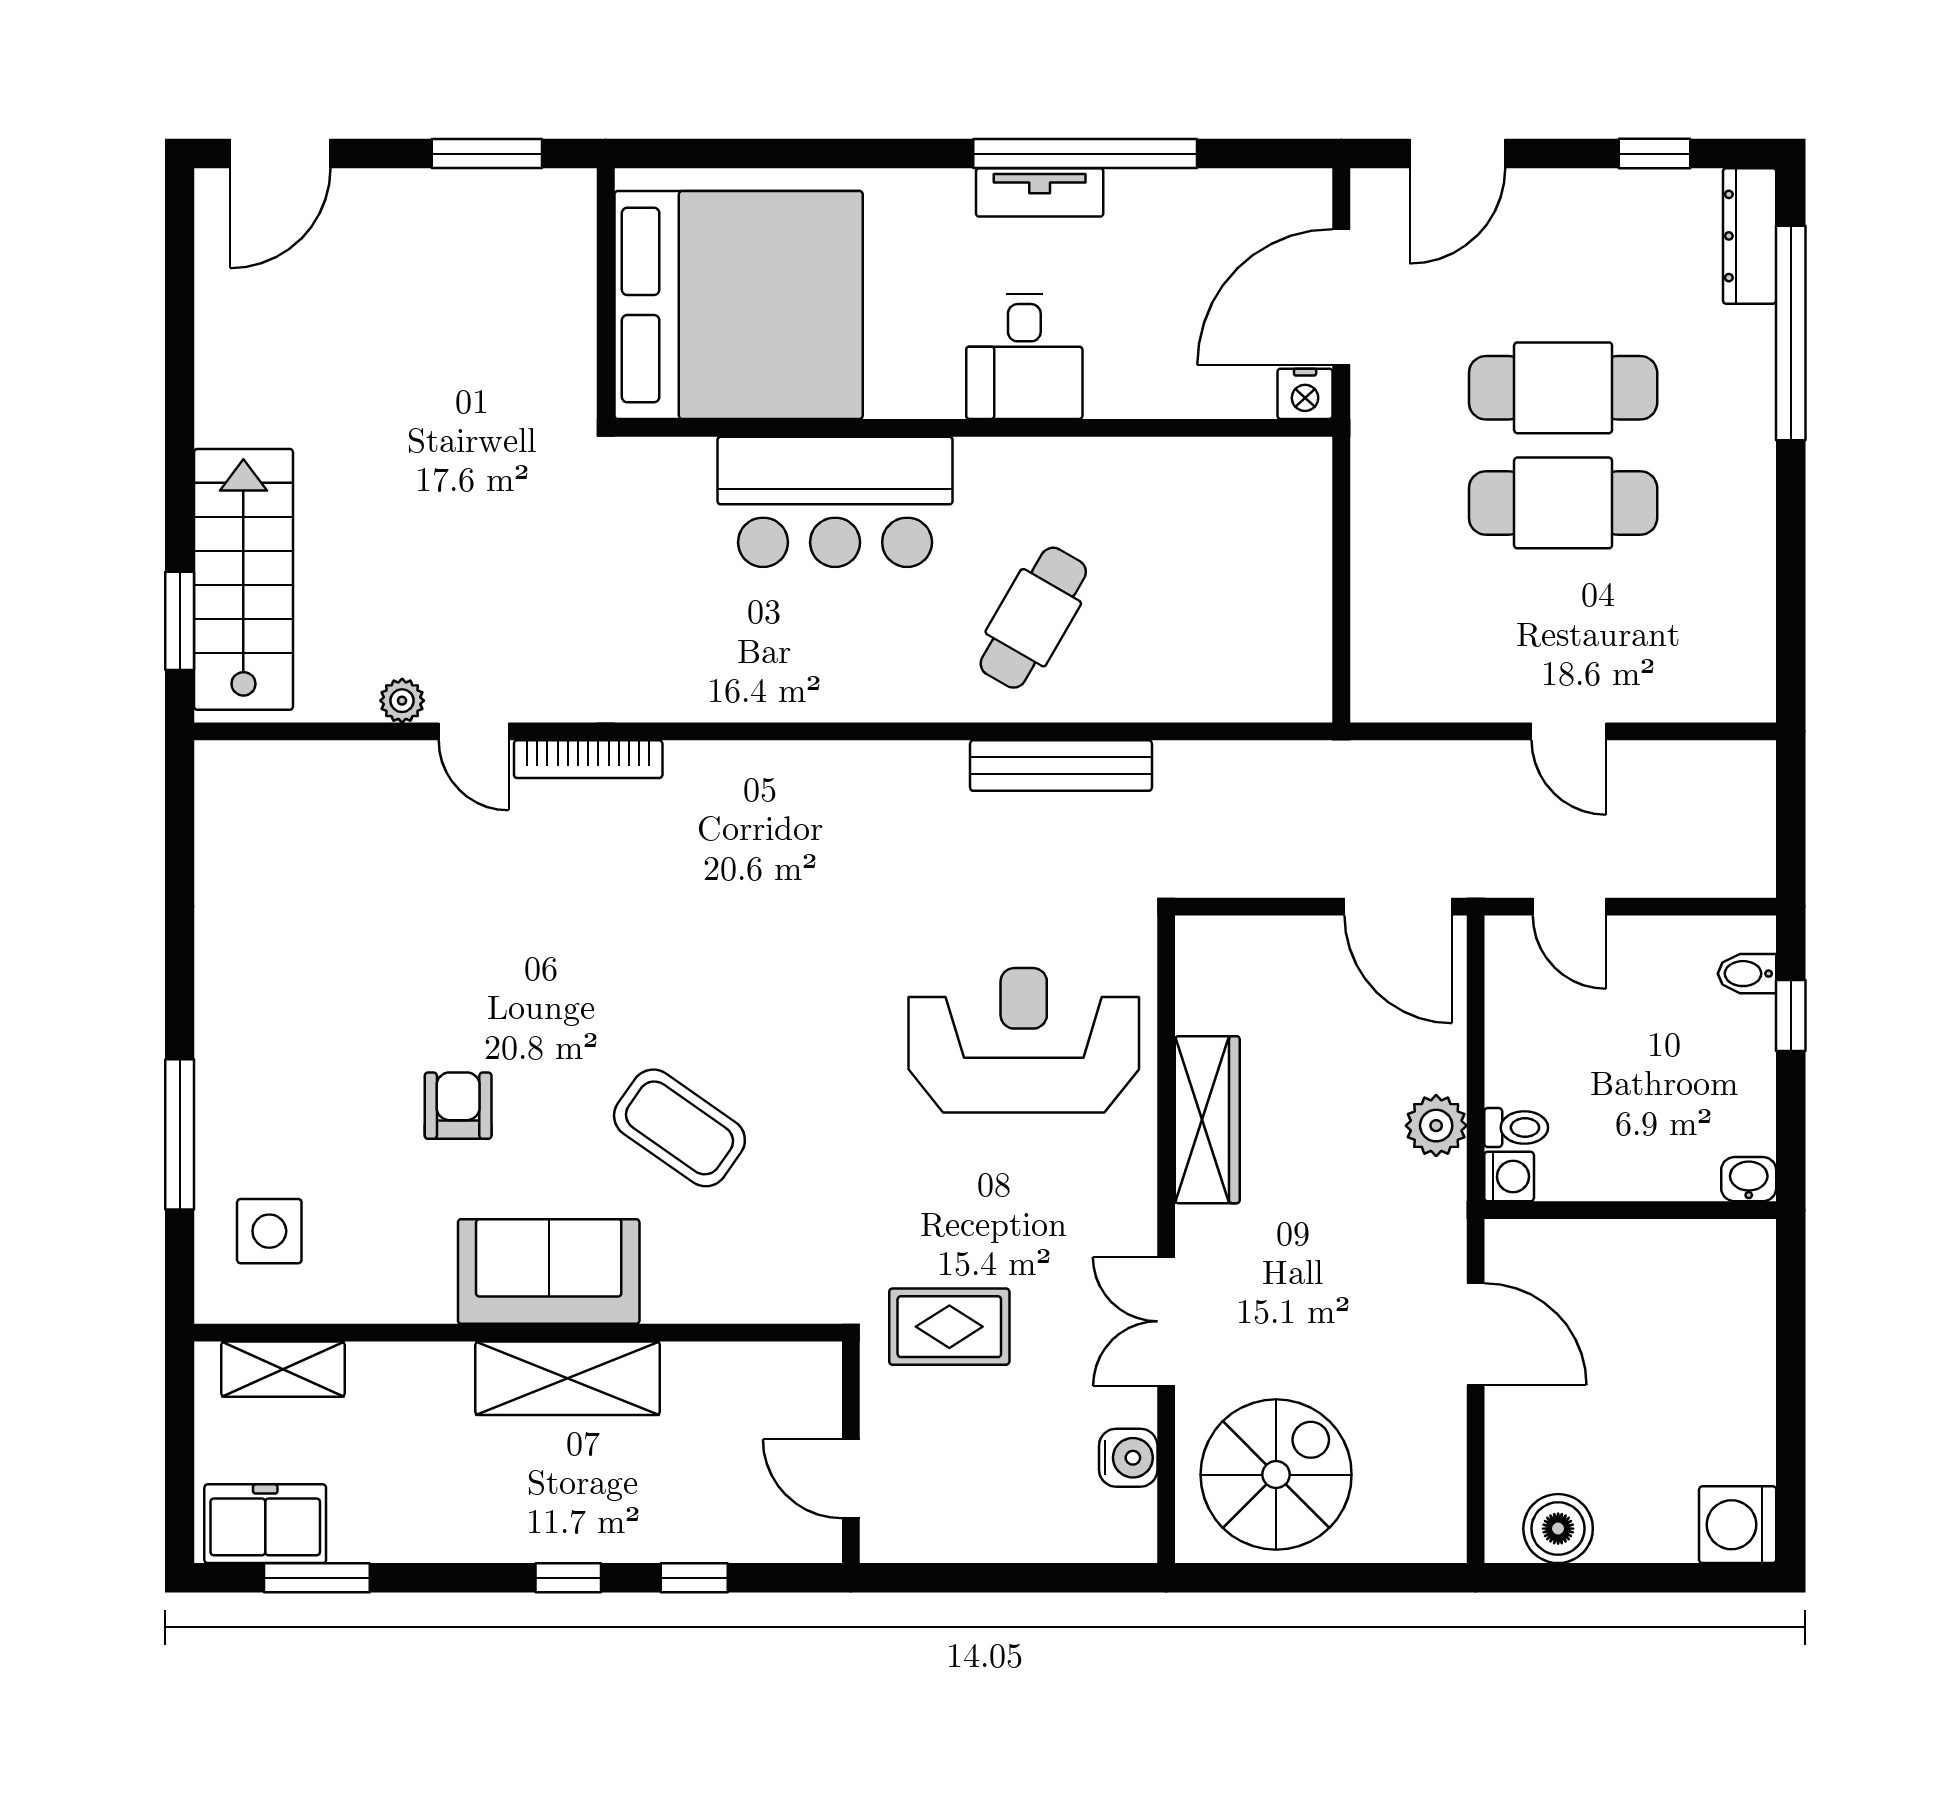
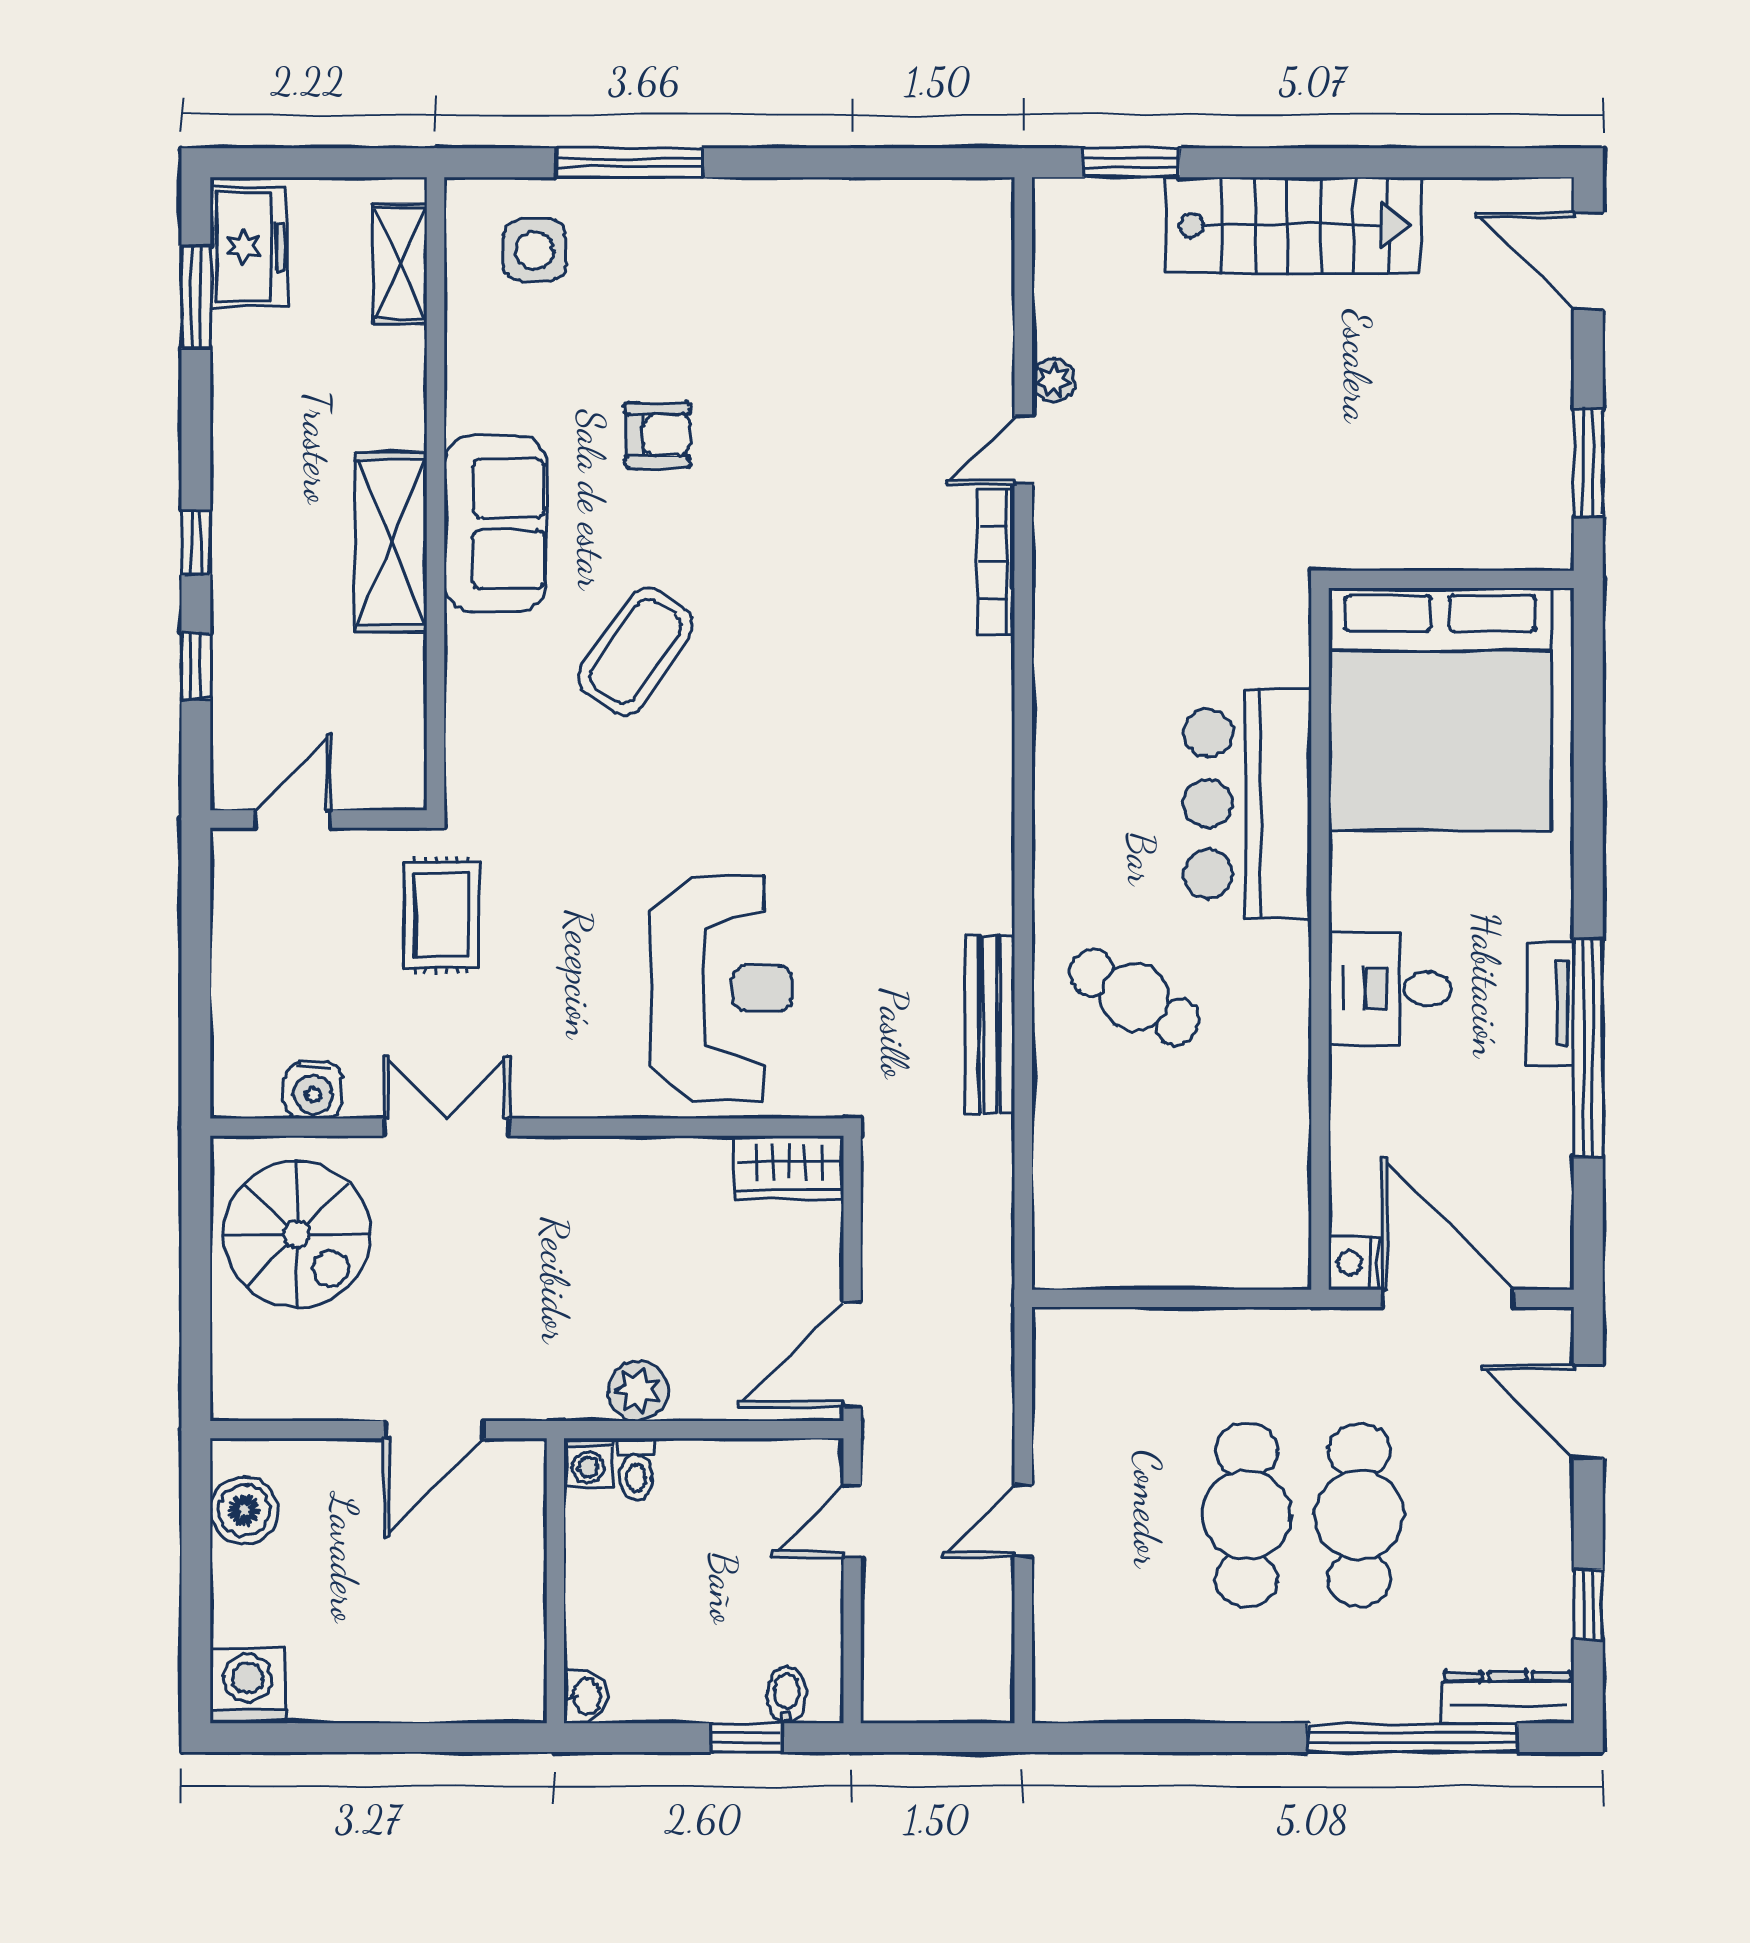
stairs: (243, 579) -> (1293, 225), moved
wardrobe: (1207, 1120) -> (789, 1167), moved, width x0.67

